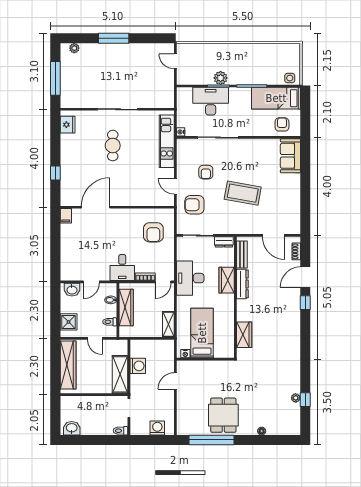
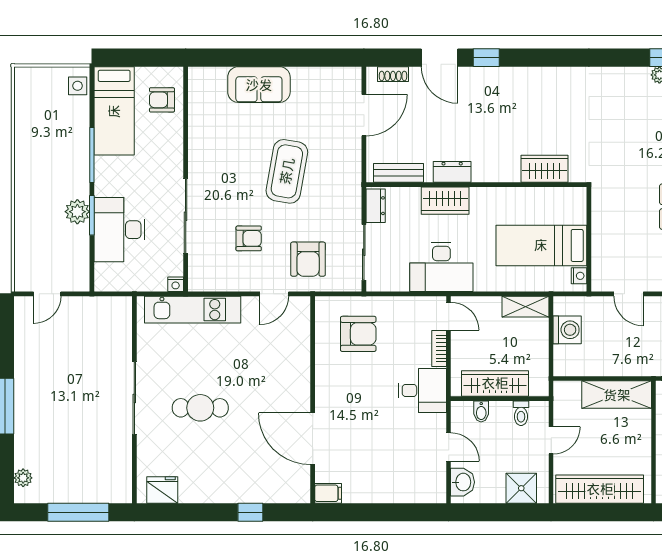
sofa: (290, 156) -> (259, 85), moved
dresser: (242, 284) -> (452, 172), width x0.70
washing machine: (138, 366) -> (567, 330), moved, turned 90

